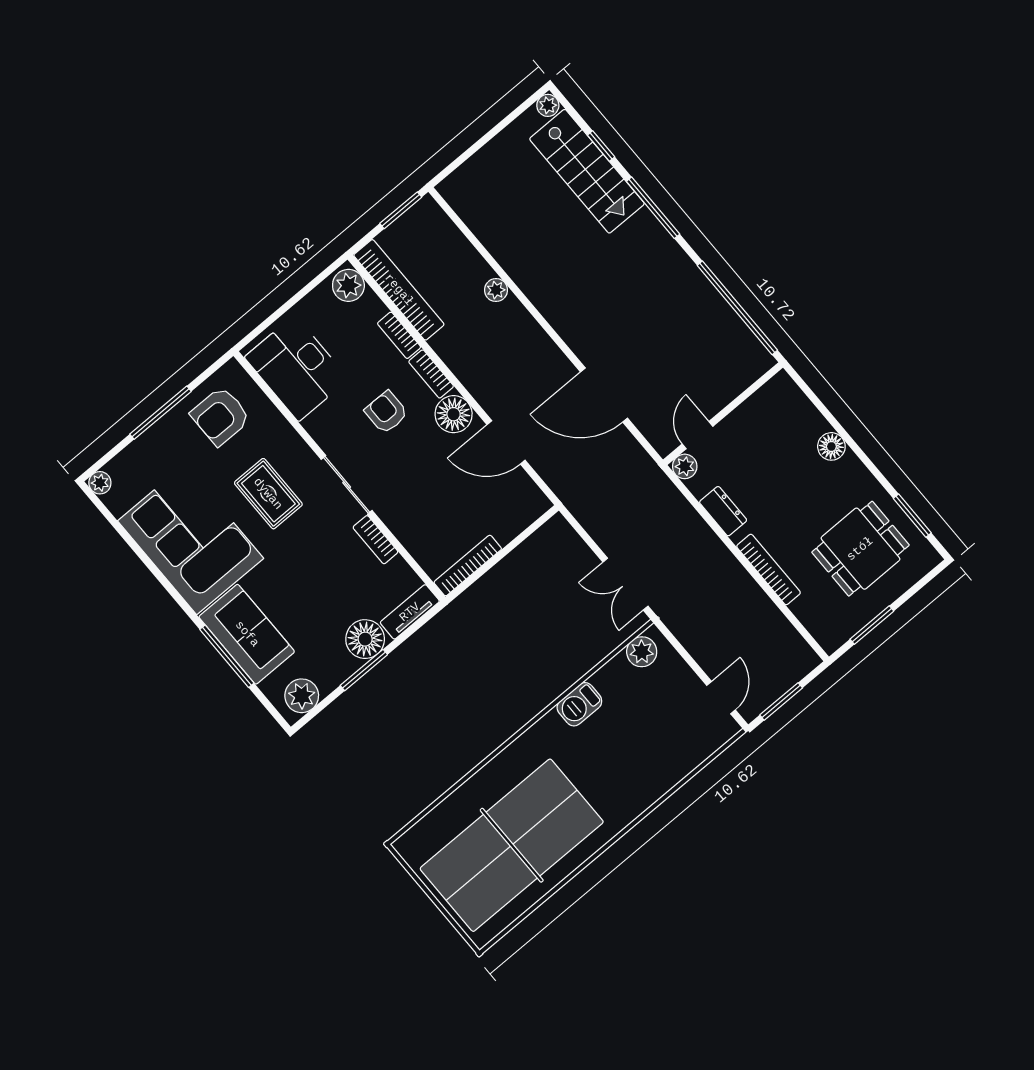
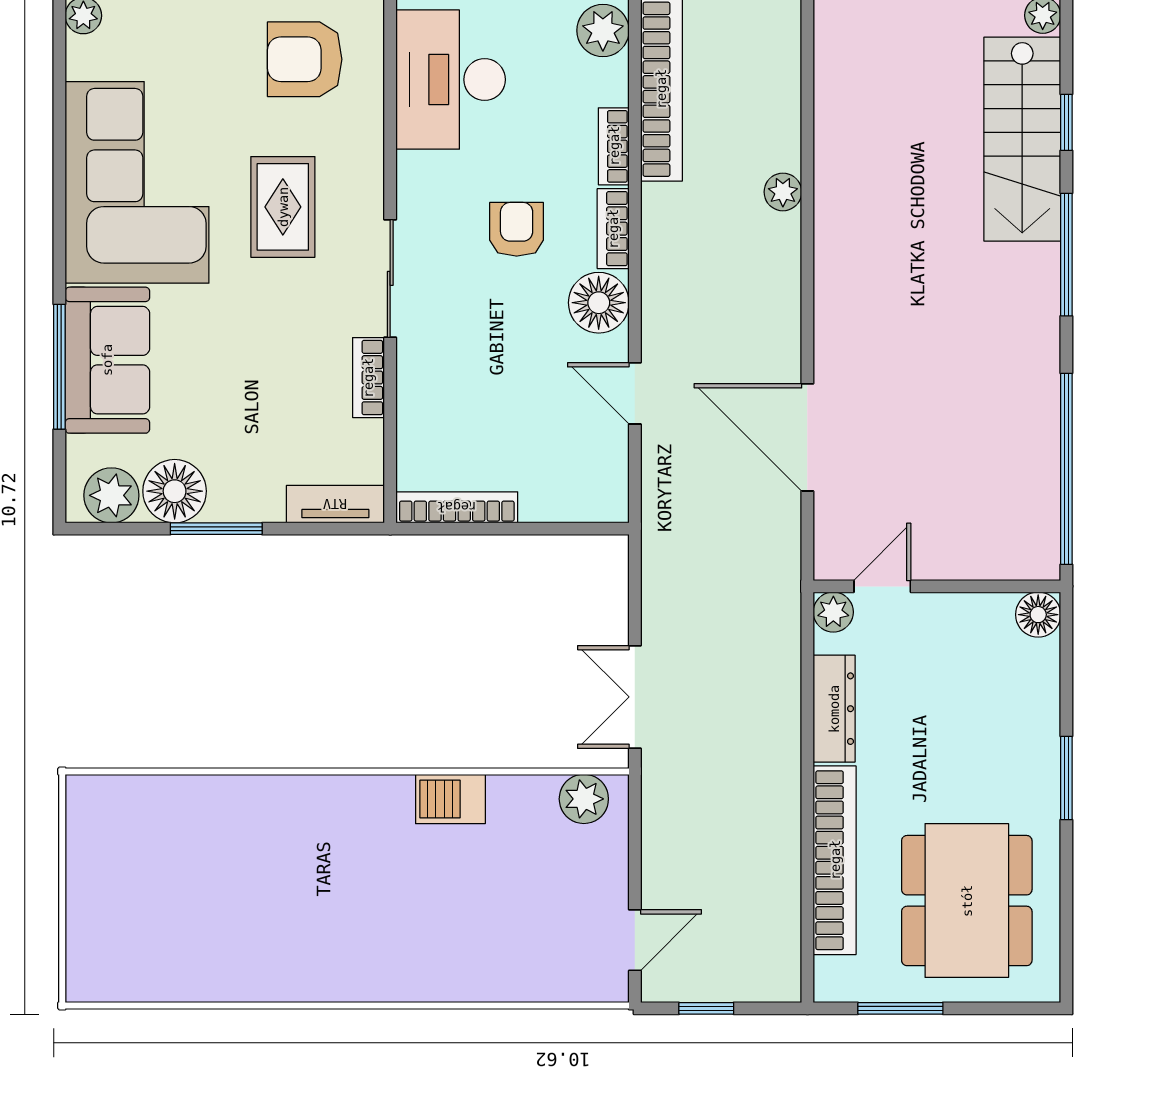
door: (506, 442) -> (635, 393), width x0.73
floor lamp: (831, 446) -> (1038, 615), moved
dresser: (723, 511) -> (834, 709), width x1.44
window: (912, 516) -> (1066, 778), moved
dining table: (860, 549) -> (967, 901), width x1.37
bookcase: (769, 569) -> (835, 860), width x1.48, depth x1.31
floor lamp: (365, 639) -> (175, 491), moved
window: (781, 701) -> (706, 1008), width x0.67
table tennis table: (512, 845) -> (217, 904), removed

